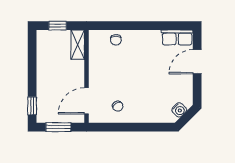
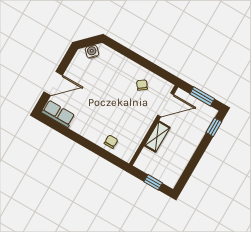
shelving: (78, 45) -> (157, 137), moved

